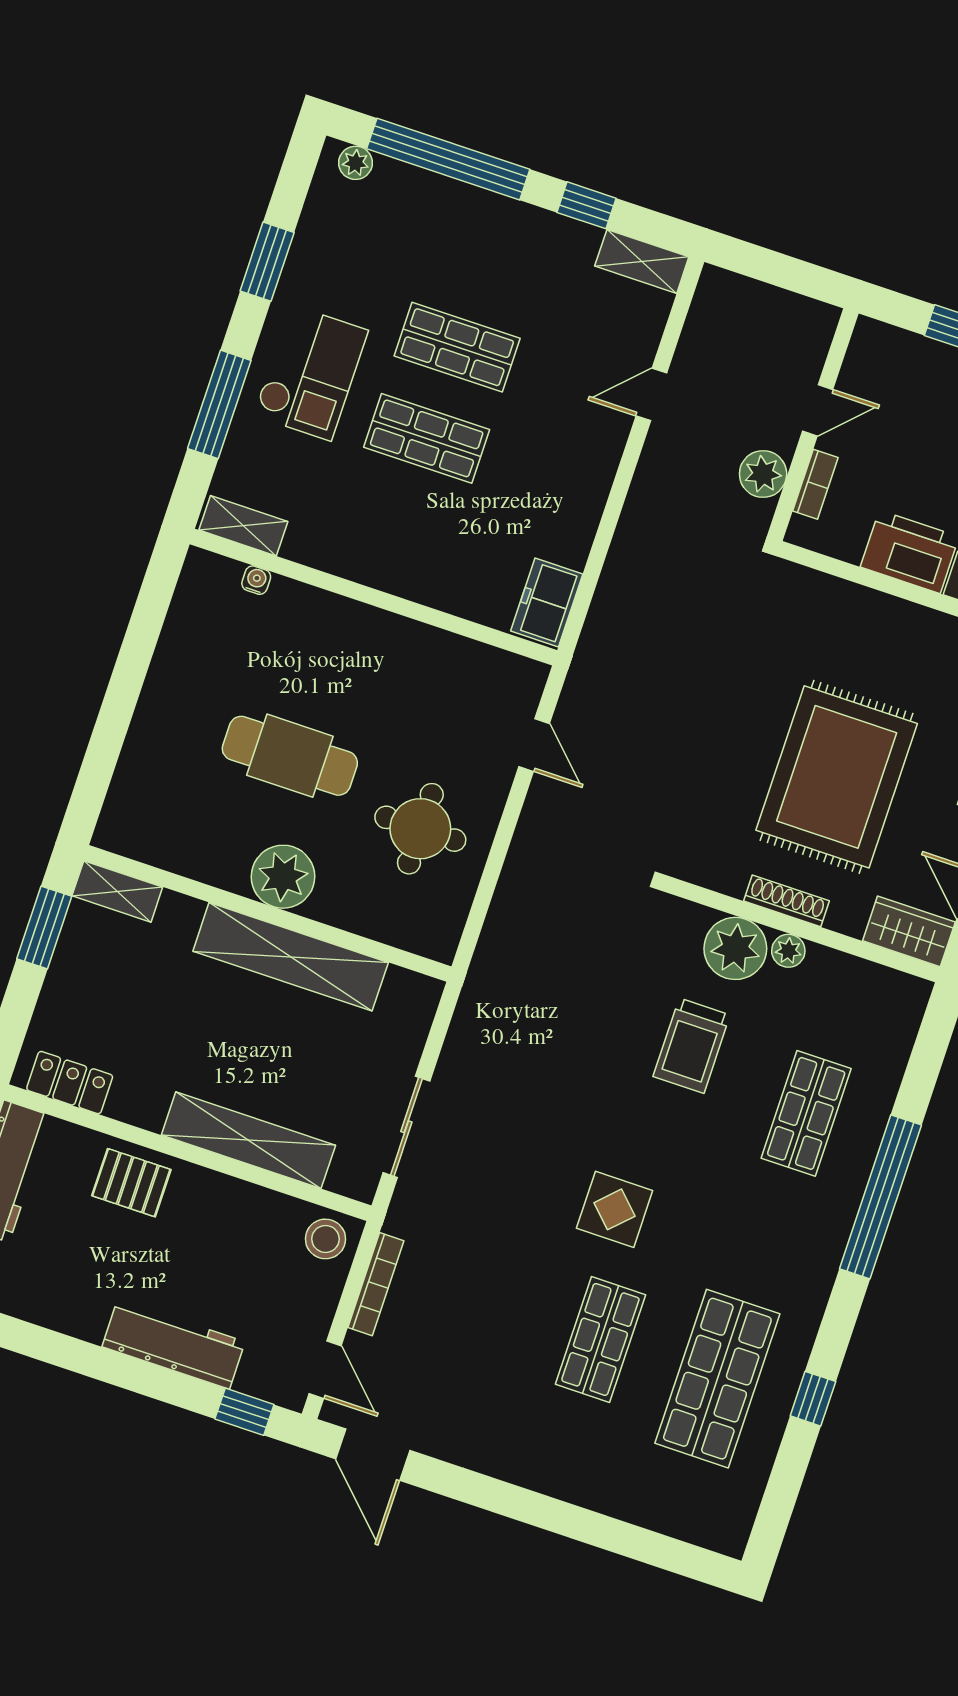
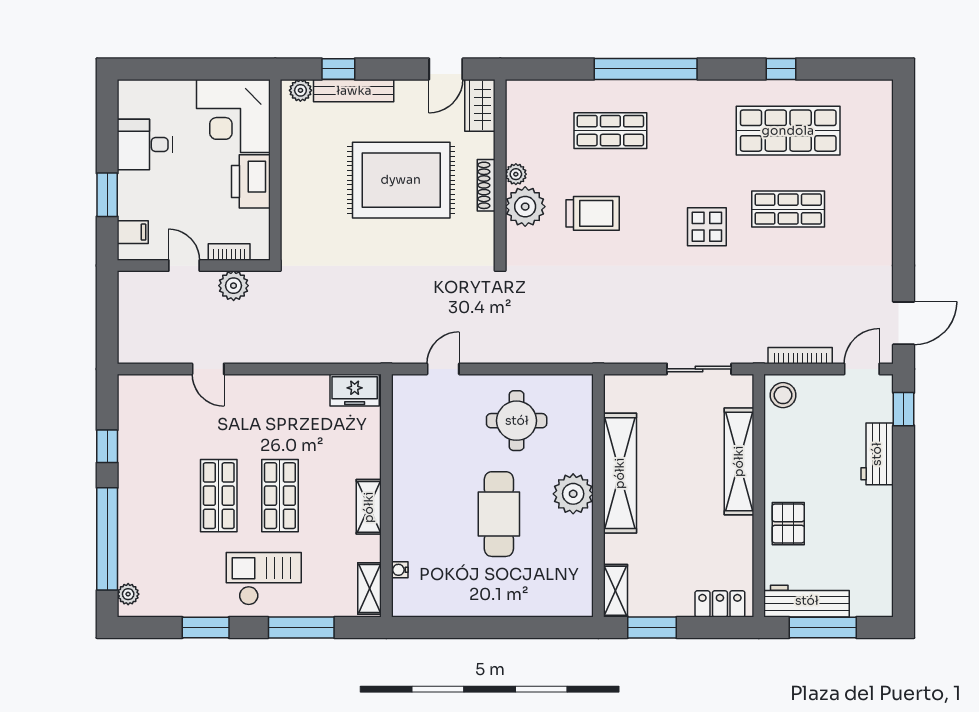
shelving: (642, 261) -> (369, 507), moved
filing cabinet: (893, 350) -> (133, 232), added
locker: (70, 1083) -> (720, 604), moved, turned 90
workbench: (174, 1344) -> (877, 454), width x0.73

